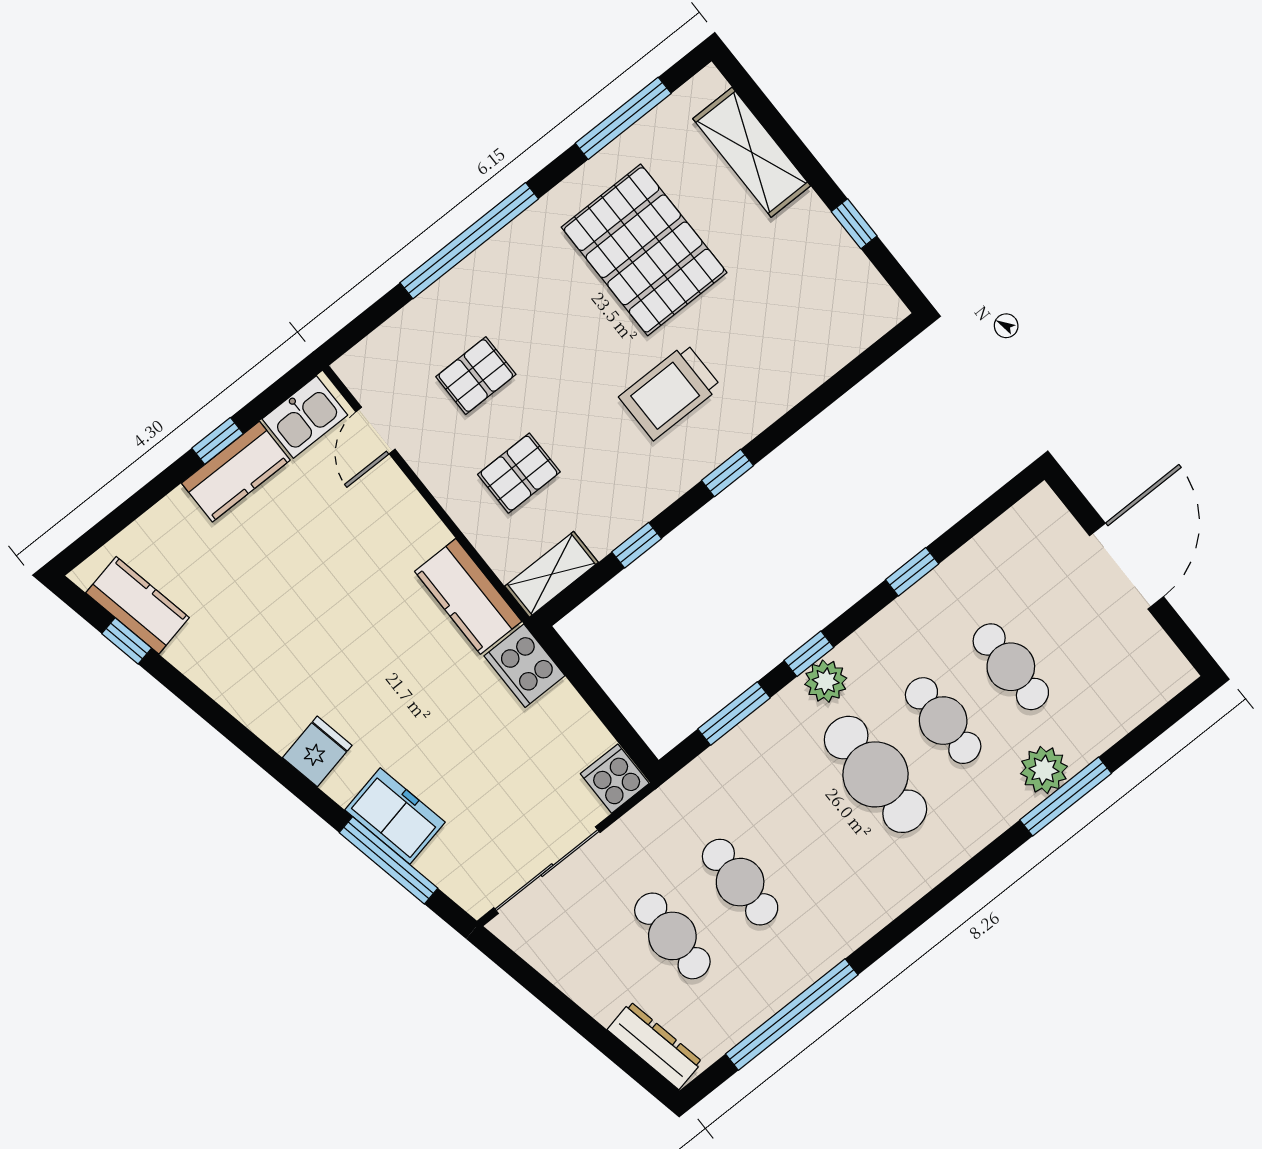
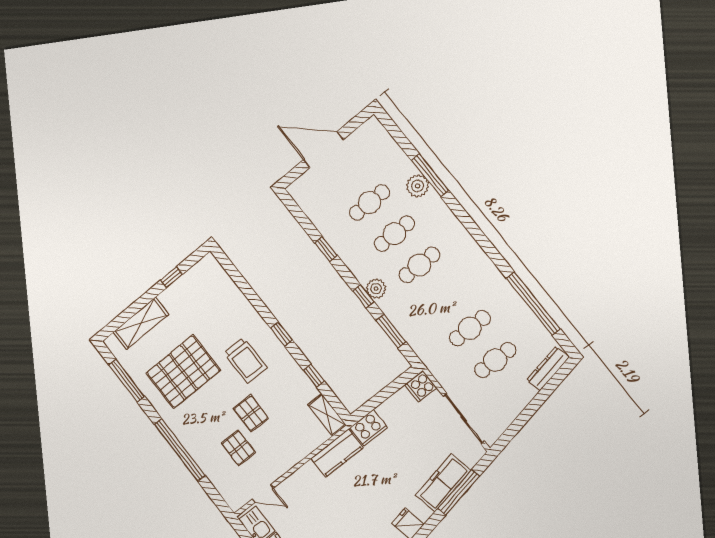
pallet: (519, 473) -> (251, 413), moved
cafe table: (875, 774) -> (419, 265), width x0.73, depth x0.74
freezer: (395, 816) -> (443, 483), width x1.40

